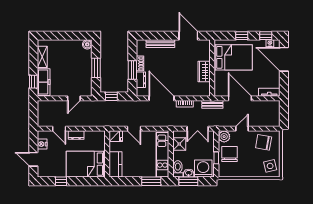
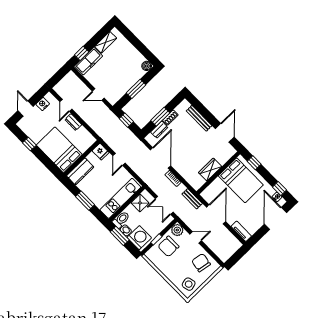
window: (242, 36) -> (254, 163), moved
chair: (230, 154) -> (168, 246), turned 180
window: (151, 181) -> (85, 201), moved

